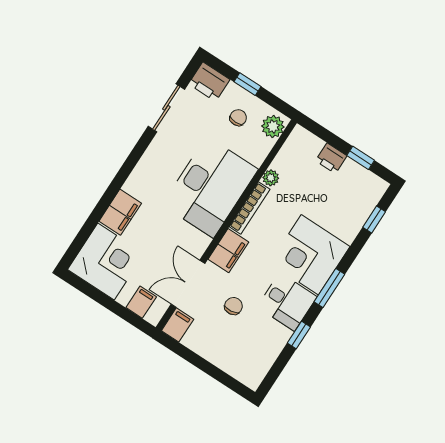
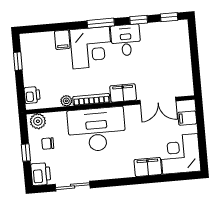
printer: (331, 158) -> (32, 95), moved
window: (374, 220) -> (169, 17), moved
chair: (233, 306) -> (151, 67), removed
filing cabinet: (178, 325) -> (62, 40), moved, turned -90

